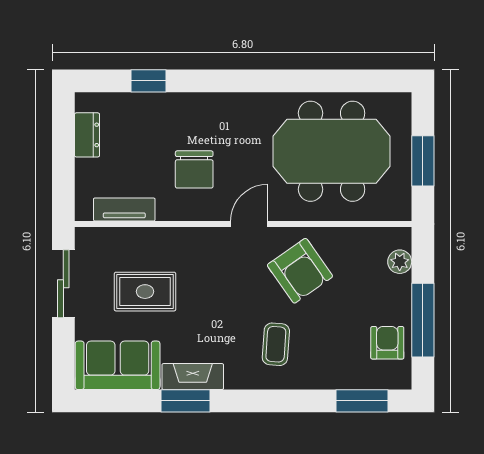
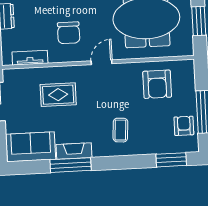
plant: (400, 262) -> (189, 79), removed
armchair: (300, 271) -> (157, 84), moved, turned 35
rug: (145, 292) -> (58, 95), moved
window: (185, 401) -> (71, 165), width x1.44

